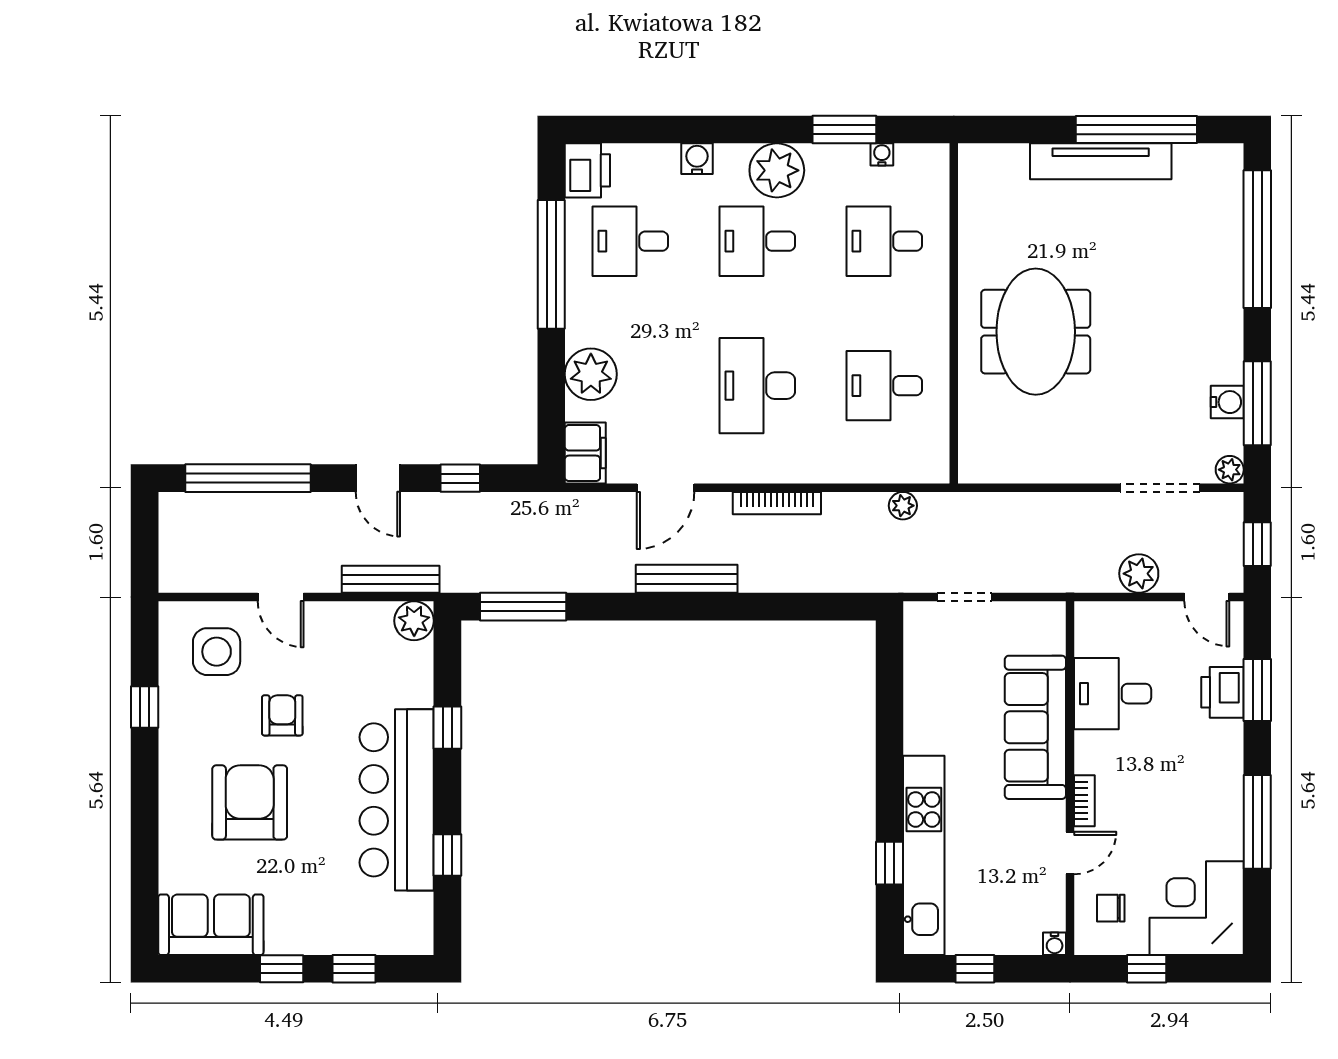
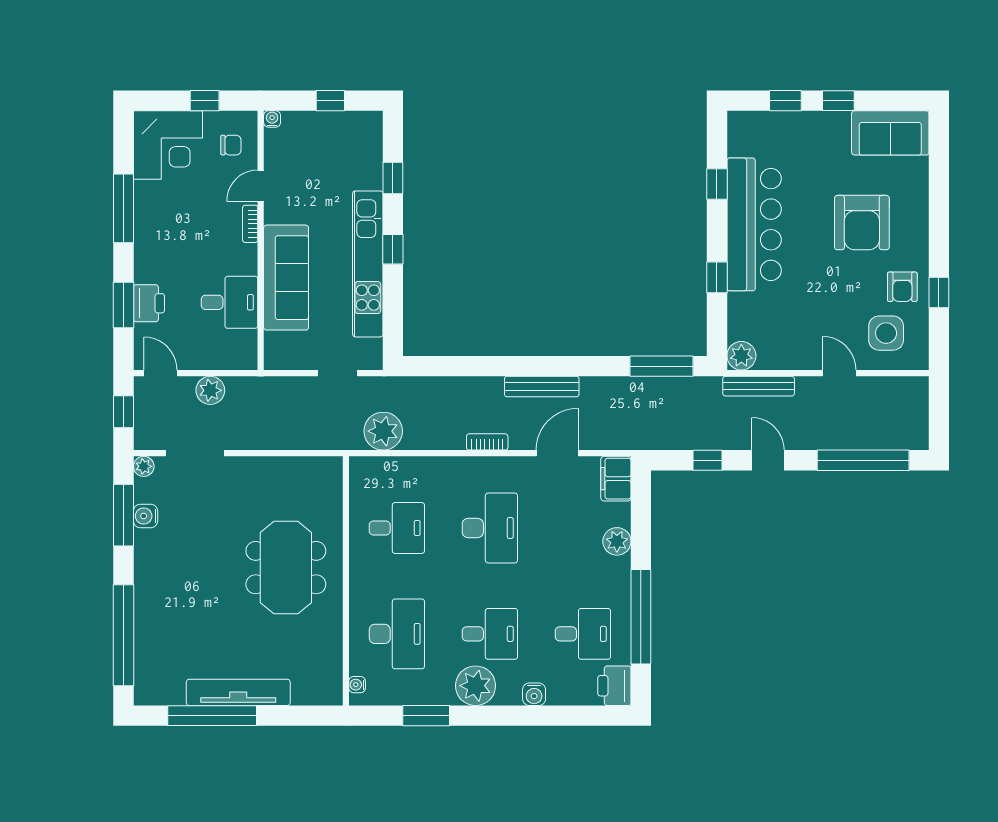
water cooler: (882, 154) -> (357, 685), moved, turned 90
desk: (884, 241) -> (397, 634), width x1.37
plant: (591, 374) -> (617, 541), width x0.73, depth x0.73
bookcase: (777, 503) -> (487, 442), width x0.64
plant: (903, 506) -> (383, 431), width x1.87, depth x1.87
armchair: (282, 715) -> (902, 287), moved
window: (890, 766) -> (393, 249), added
kitchen unit: (924, 855) -> (368, 264), moved

